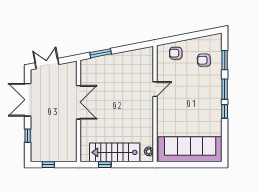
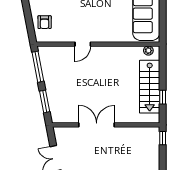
window: (134, 47) -> (38, 67), added
door: (155, 89) -> (83, 44), swing flipped
window: (48, 165) -> (163, 138), moved

